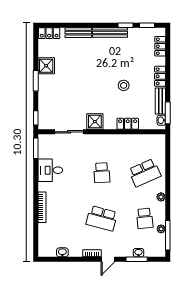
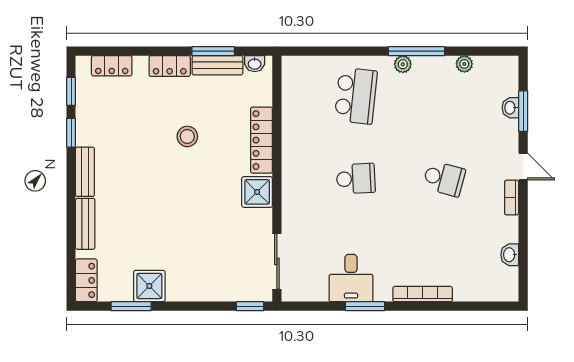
bench: (110, 32) -> (85, 172), width x0.73
window: (36, 81) -> (131, 306), moved
window: (168, 113) -> (213, 51), moved
locker: (128, 124) -> (261, 140), width x1.53
sliding door: (69, 132) -> (277, 261), moved
window: (36, 148) -> (365, 306), moved
school desk: (145, 173) -> (356, 96), turned 30
school desk: (102, 218) -> (444, 179), width x0.54
school desk: (145, 218) -> (444, 96), removed
window: (168, 235) -> (417, 51), moved

